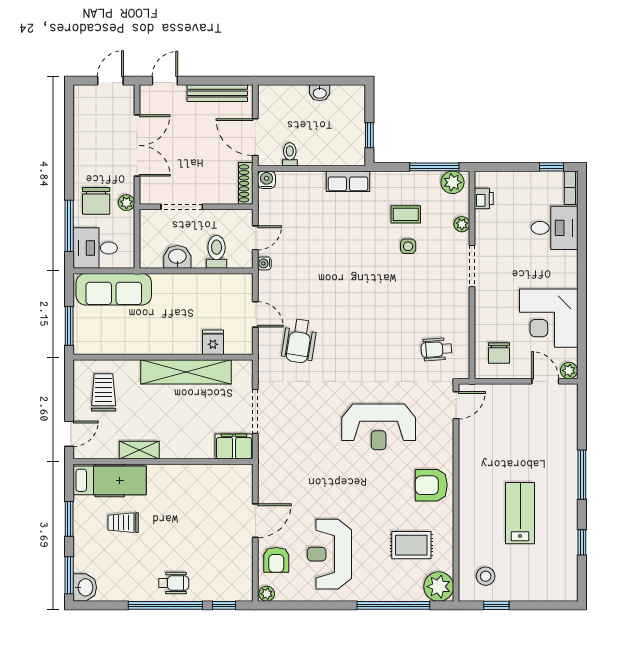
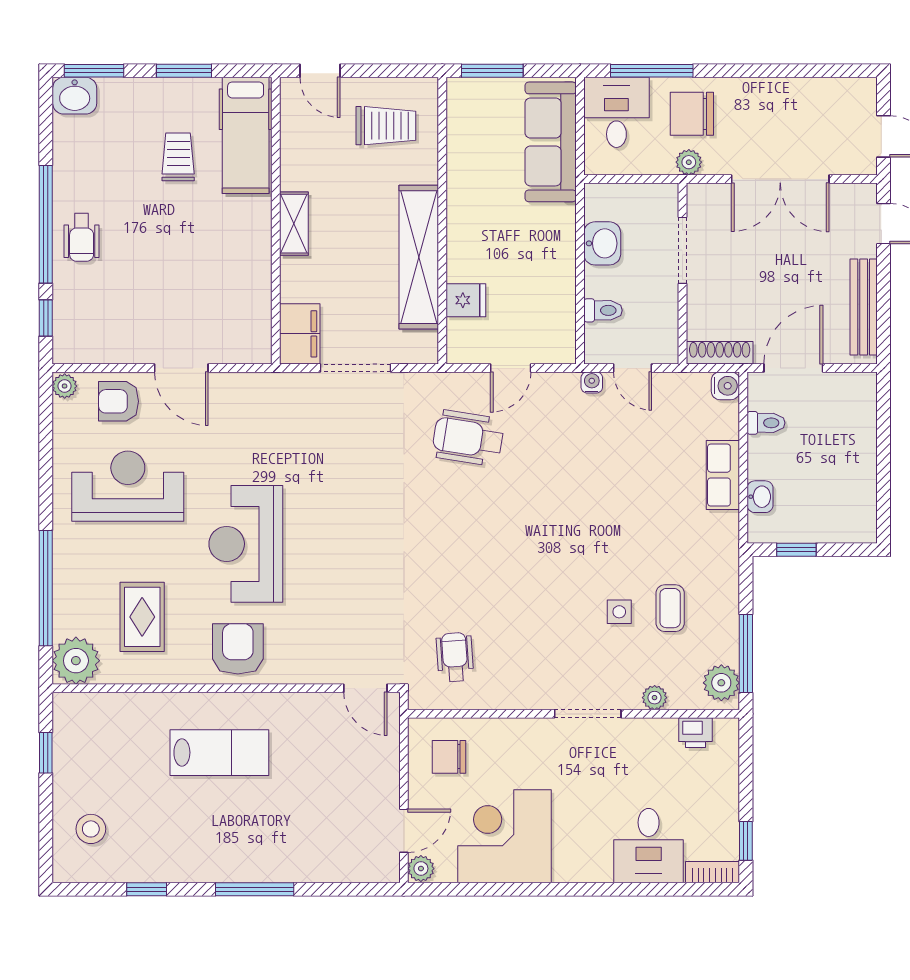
washbasin: (320, 93) -> (760, 497), moved, turned 180
row of seats: (348, 181) -> (723, 475), moved
toilet: (217, 252) -> (603, 310), width x0.73, depth x0.72
reception desk: (379, 427) -> (246, 544), moved
shelving: (139, 450) -> (294, 224), moved
lab bench: (520, 513) -> (219, 753), moved
stool: (486, 576) -> (91, 829), moved

